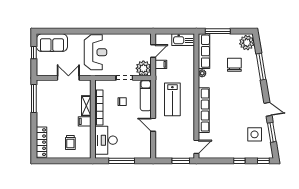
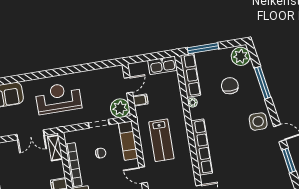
reception desk: (95, 52) -> (58, 98), turned -90
double door: (68, 78) -> (31, 135), swing flipped
shelving: (86, 106) -> (55, 148), moved
side table: (255, 134) -> (258, 122), moved

